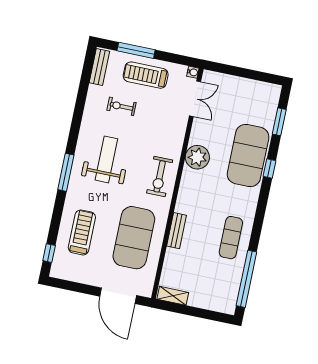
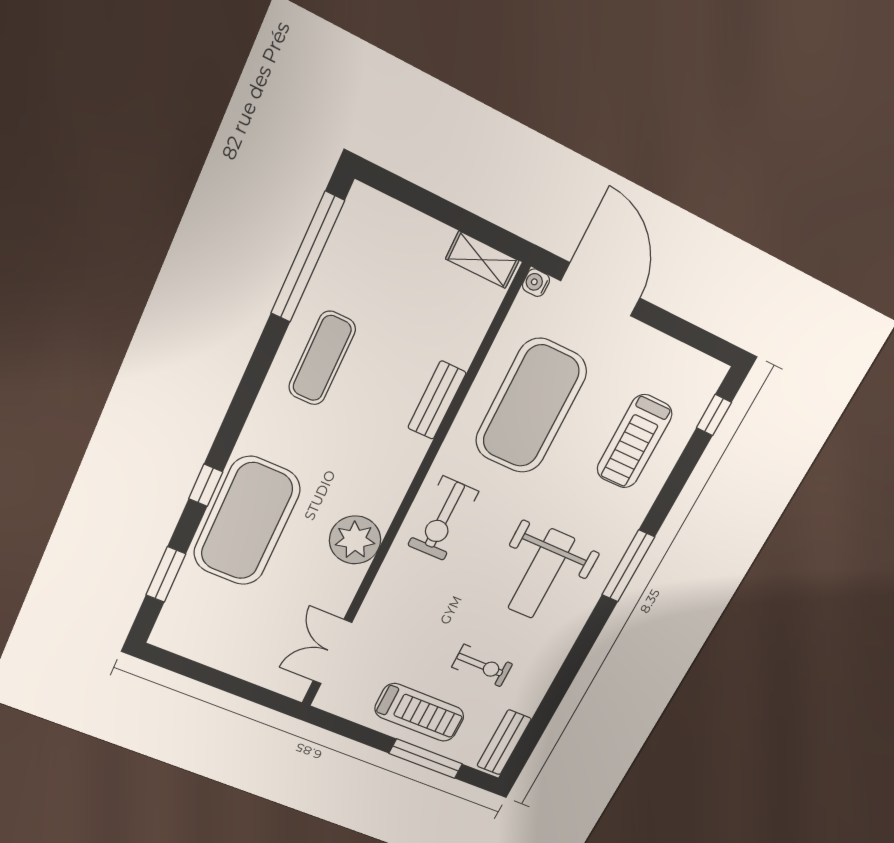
water cooler: (193, 72) -> (536, 283), moved
exercise bike: (160, 176) -> (443, 518), turned 180

